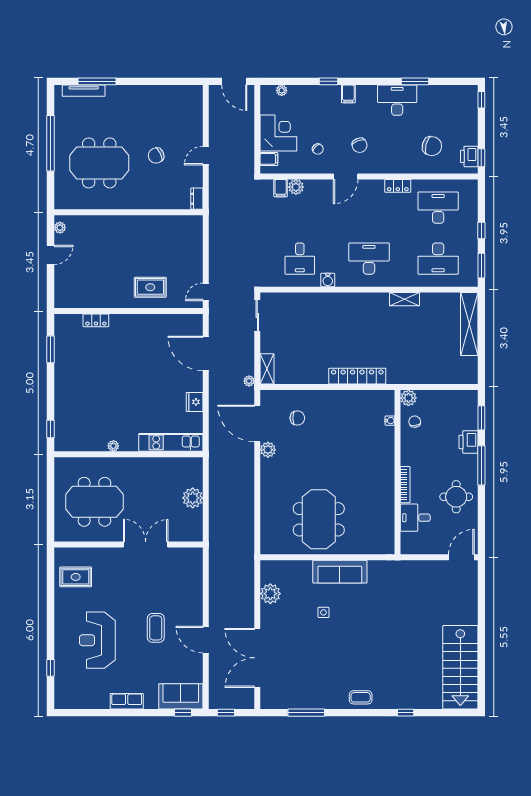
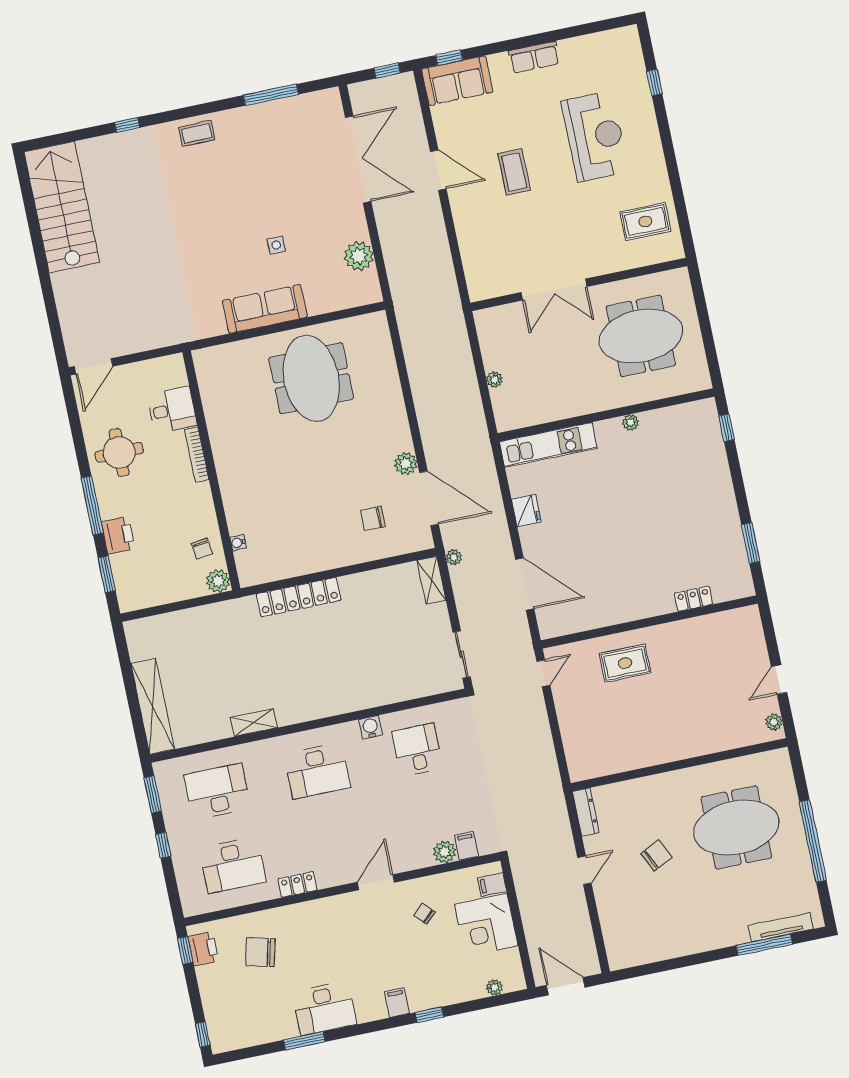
chair: (360, 145) -> (365, 932), removed
dresser: (197, 199) -> (586, 812), width x1.44
plant: (193, 498) -> (495, 380), width x0.53, depth x0.53

